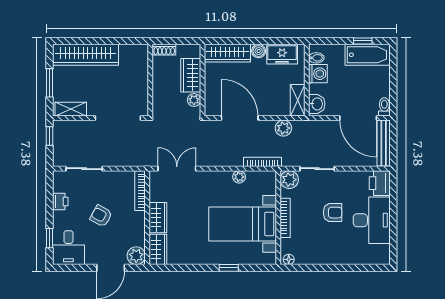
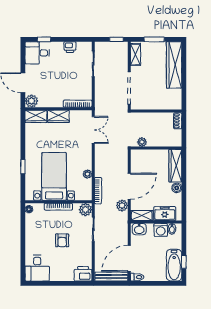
freezer: (282, 54) -> (165, 214), moved, turned 90
wardrobe: (191, 75) -> (160, 140), removed
door: (240, 118) -> (129, 186), moved
armchair: (101, 216) -> (60, 76), removed
desk: (372, 220) -> (37, 268), moved, width x0.73

